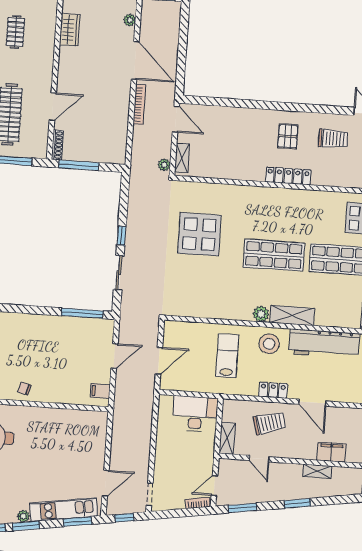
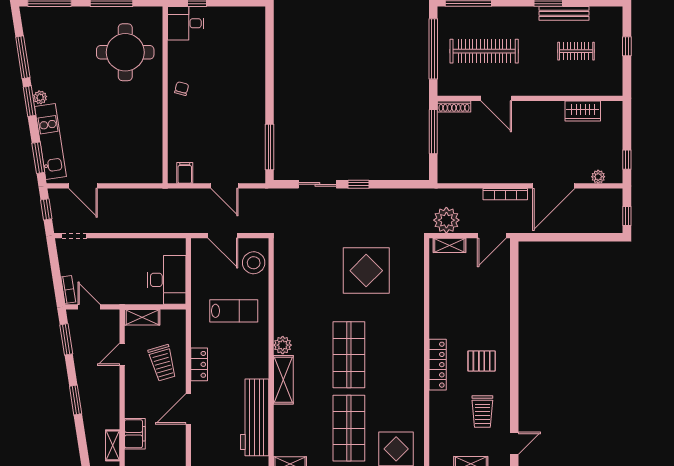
plant: (164, 165) -> (446, 220), width x1.87, depth x1.87
stool: (269, 344) -> (254, 263), moved
shelving: (317, 471) -> (113, 445), moved

